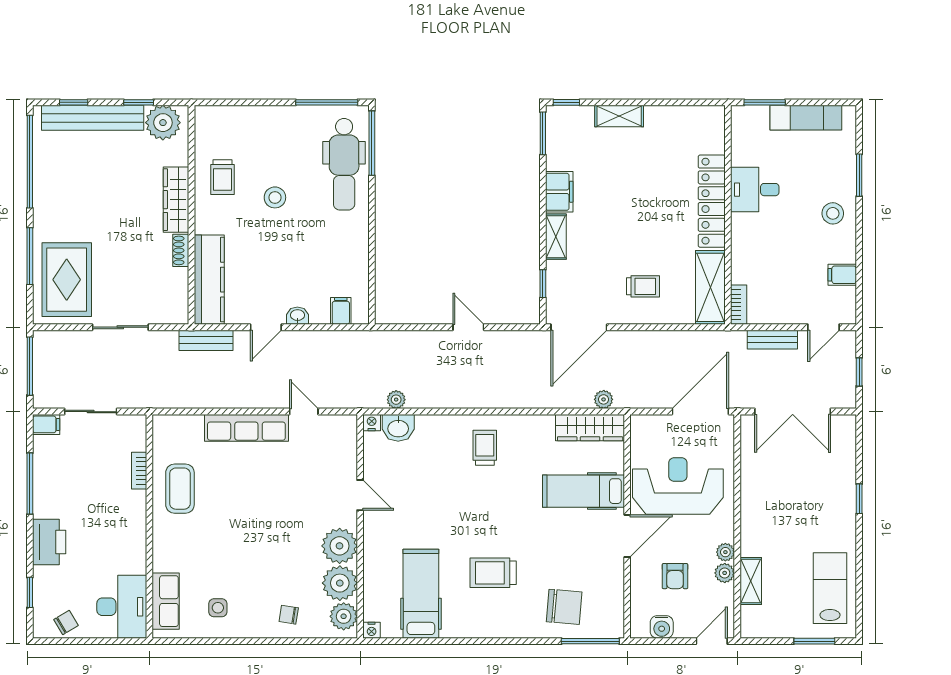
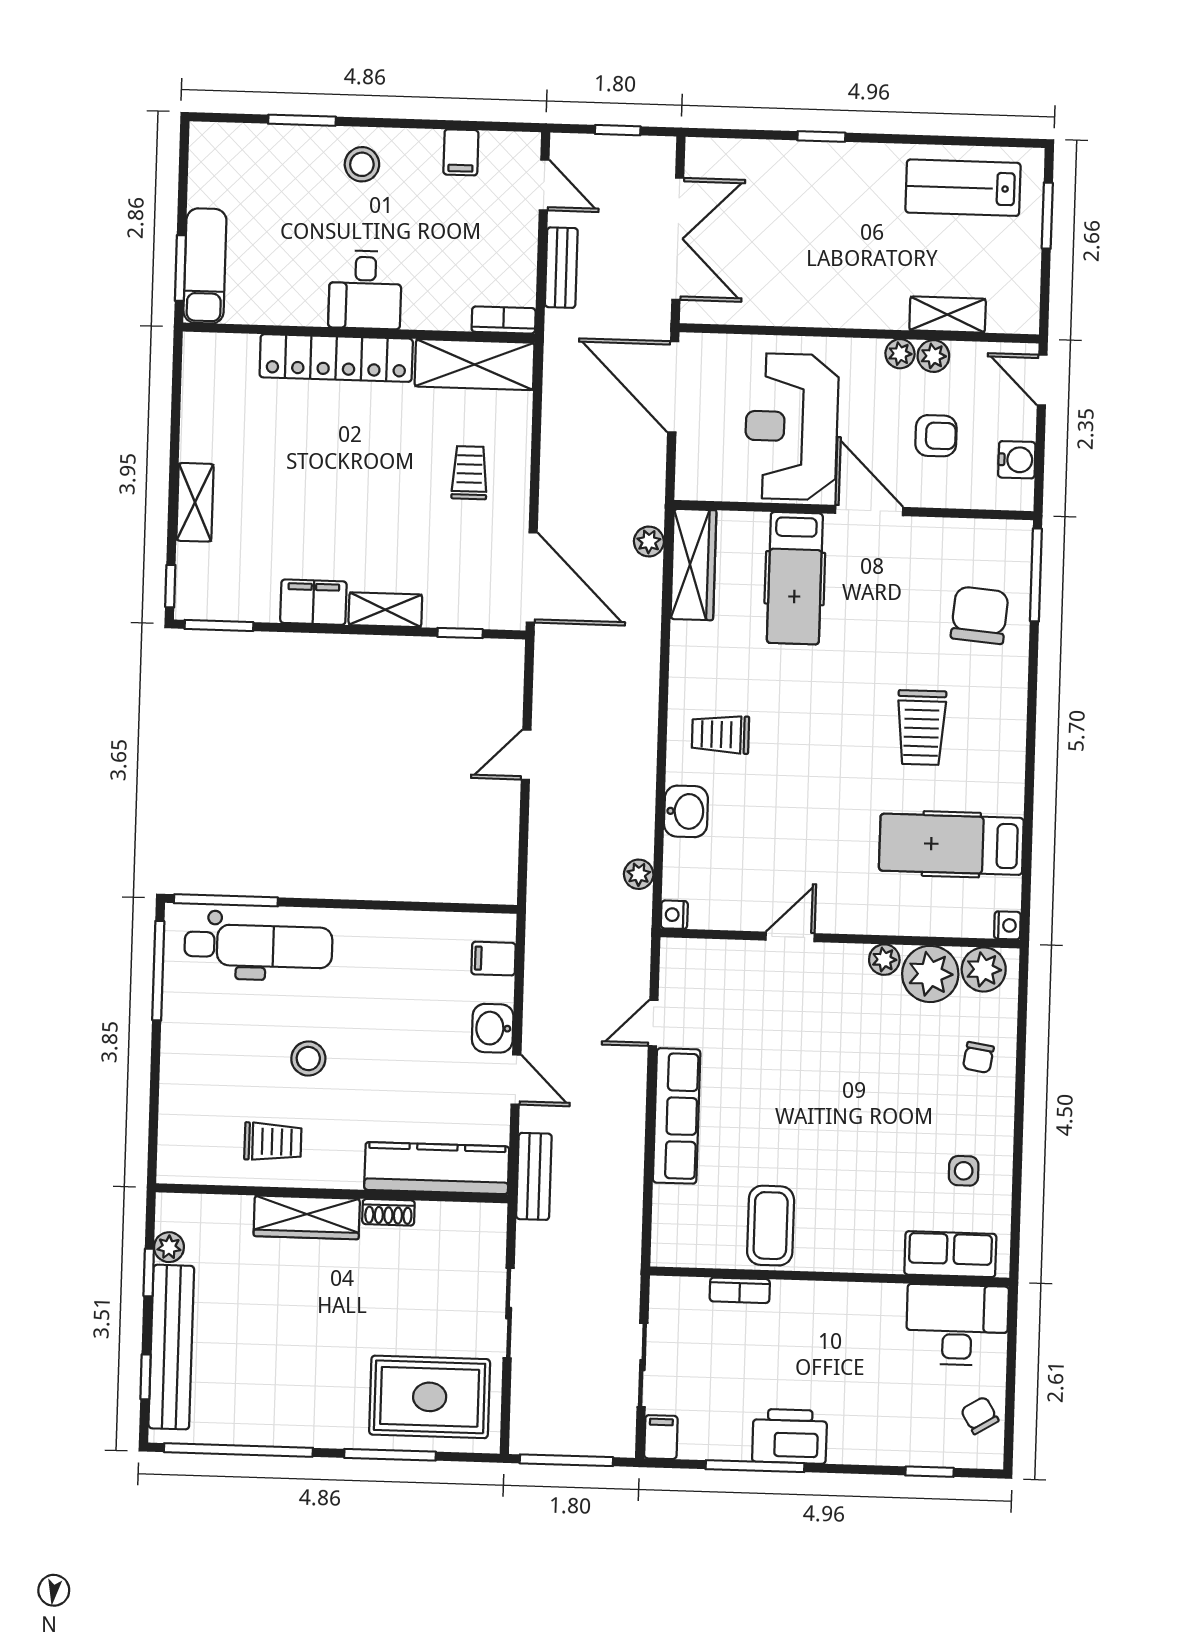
exam couch: (806, 118) -> (205, 266), moved
plant: (163, 123) -> (169, 1247), width x0.53, depth x0.53
desk: (755, 190) -> (365, 290), moved
washbasin: (297, 316) -> (493, 1028), width x1.38, depth x1.45
washbasin: (398, 428) -> (686, 811), moved
coffee table: (180, 489) -> (771, 1226), turned 90
printer: (49, 542) -> (790, 1436), moved
plant: (340, 546) -> (884, 960), width x0.53, depth x0.53

